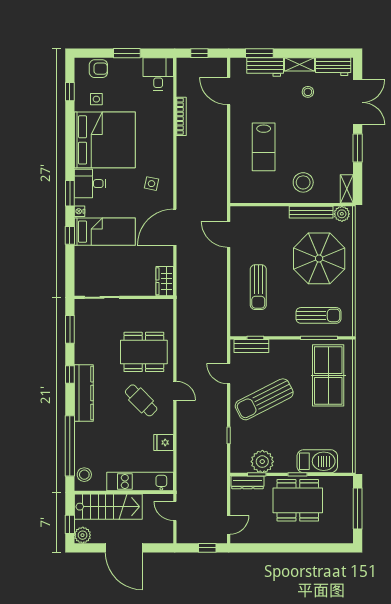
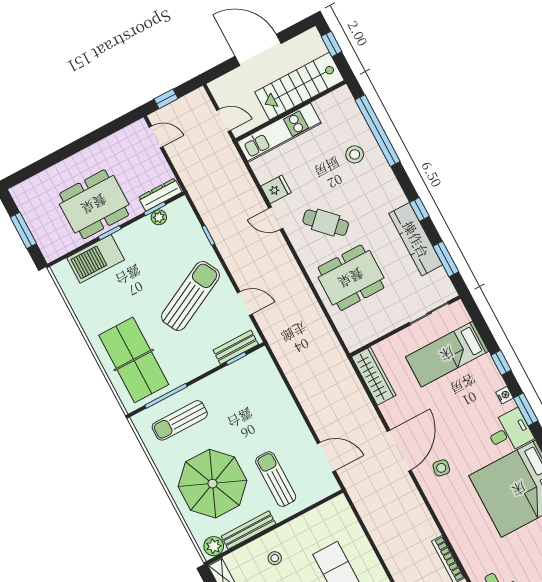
stool: (303, 182) -> (275, 558), width x0.53, depth x0.53
door: (175, 227) -> (399, 451), moved
bed: (105, 232) -> (447, 354), moved
wardrobe: (165, 281) -> (374, 376), width x1.50
sun lounger: (258, 287) -> (276, 479), moved
door: (175, 391) -> (276, 218), moved
kitchen counter: (84, 393) -> (416, 239), moved
plant: (262, 462) -> (159, 217), width x0.53, depth x0.53
stool: (84, 475) -> (355, 154), moved
window: (358, 508) -> (23, 230), width x0.69
door: (229, 525) -> (156, 137), swing flipped
plant: (83, 535) -> (311, 40), removed

